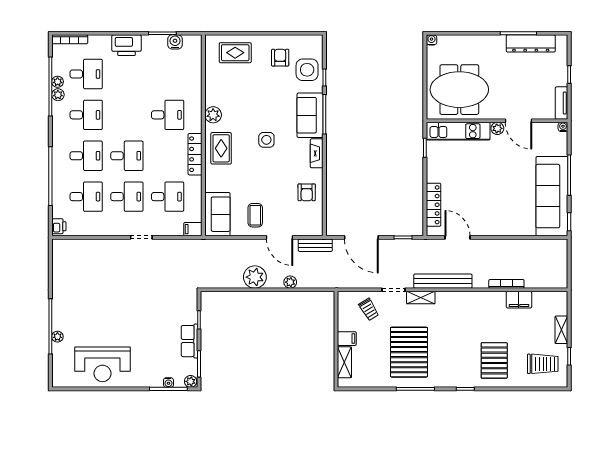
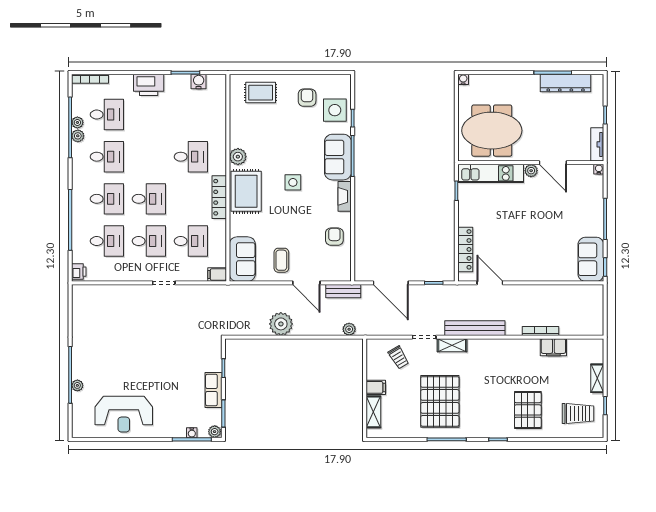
rug: (221, 148) -> (246, 191), width x1.36, depth x1.43
armchair: (307, 192) -> (334, 237), turned 180
sofa: (552, 196) -> (591, 259), width x0.54, depth x0.79
plant: (290, 282) -> (349, 329), moved

